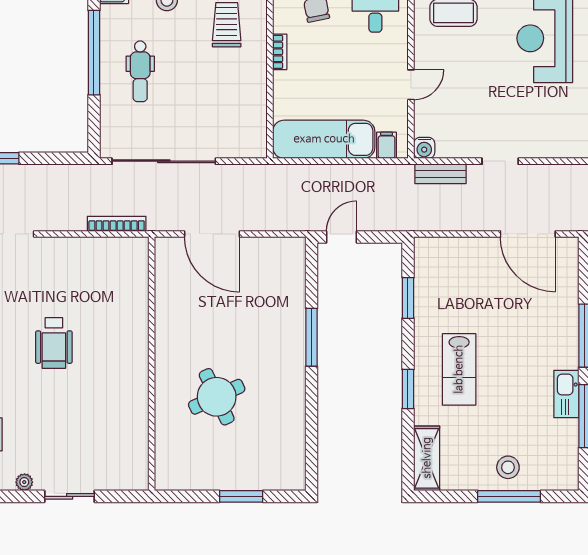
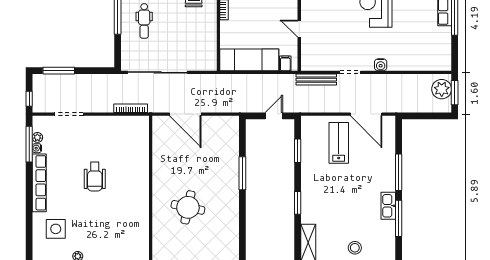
door: (411, 85) -> (299, 29), swing flipped
water cooler: (424, 148) -> (381, 65), moved
bench: (441, 174) -> (316, 80), width x1.36
door: (341, 237) -> (274, 116), moved
lab bench: (459, 369) -> (339, 143), moved, turned 180
round table: (217, 397) -> (188, 207), turned 37

